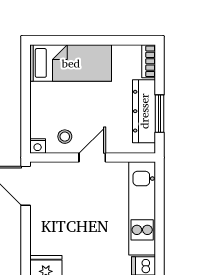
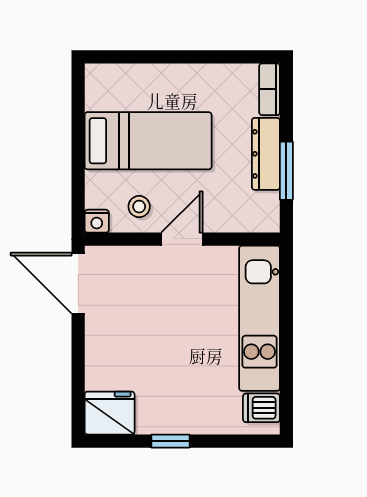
bed: (71, 63) -> (148, 141), moved
dresser: (144, 111) -> (266, 154), width x0.73, depth x0.80

